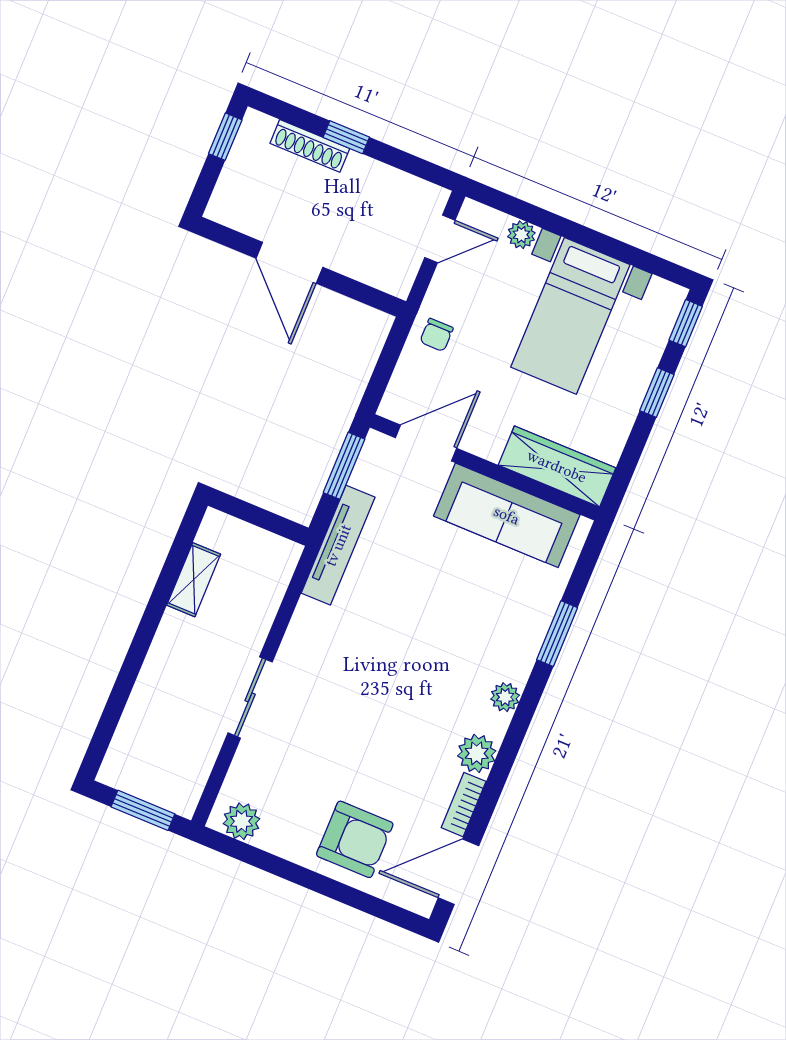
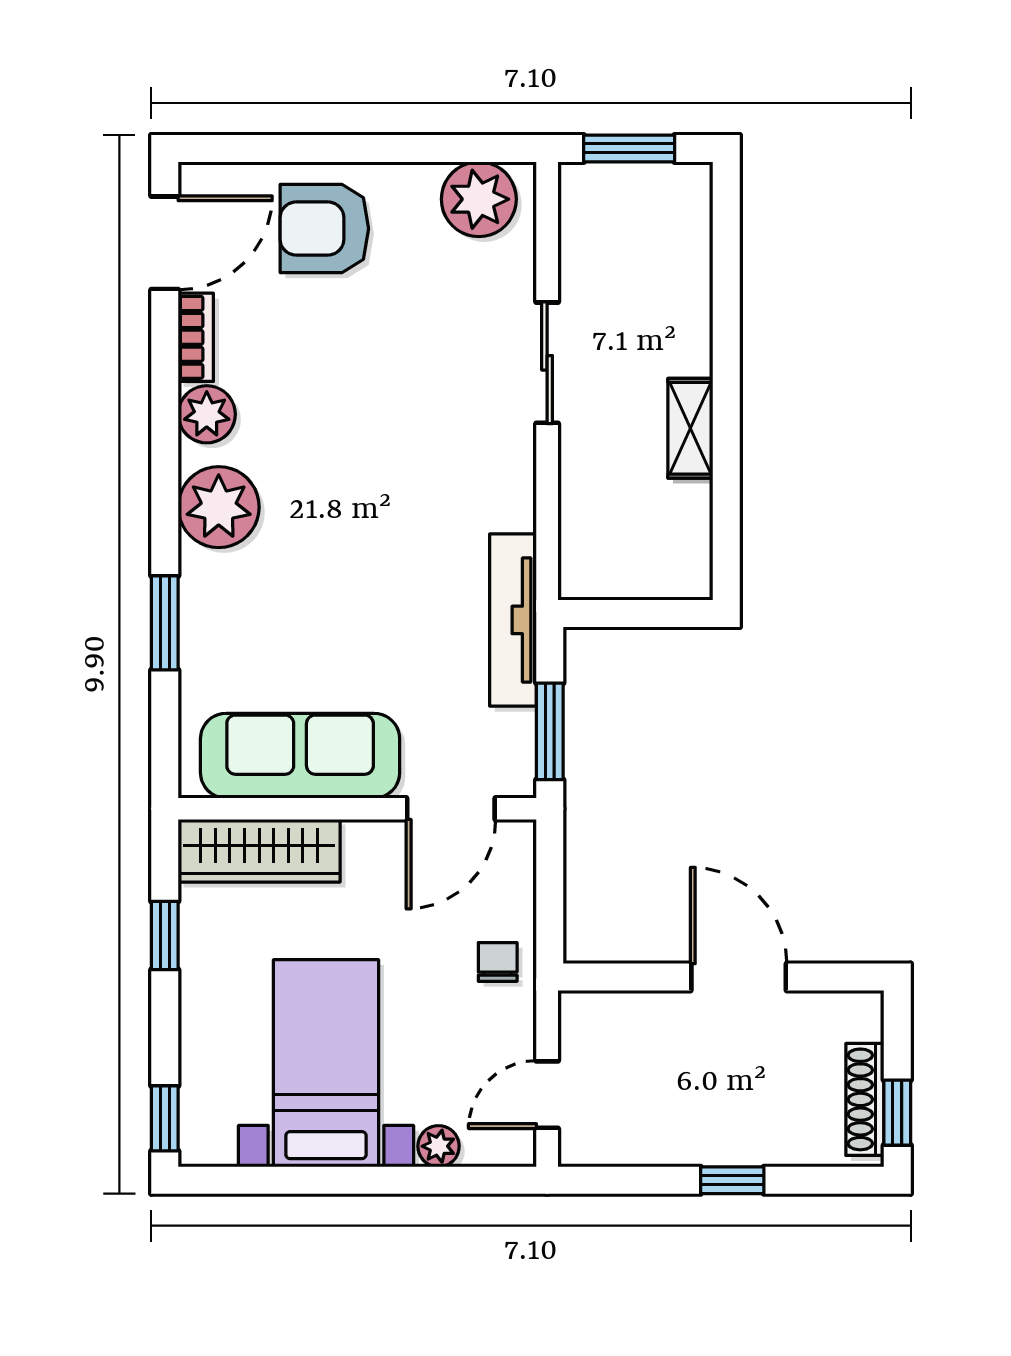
shoe rack: (310, 146) -> (865, 1099), moved, turned -90
window: (657, 393) -> (165, 936), moved
shelving: (194, 580) -> (690, 428), moved
plant: (505, 697) -> (219, 507), width x1.87, depth x1.87
plant: (242, 821) -> (479, 199), width x1.36, depth x1.36

